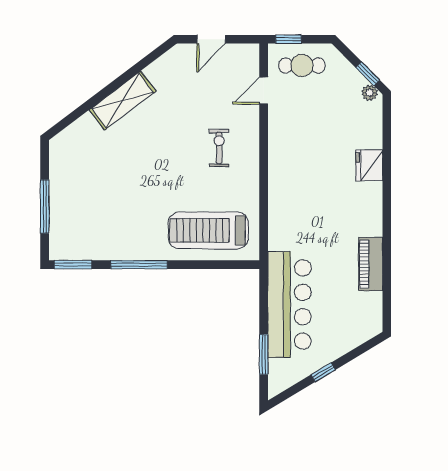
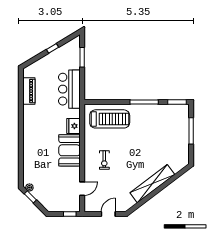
cafe table: (302, 66) -> (63, 201), removed
shelving: (123, 100) -> (152, 184), width x1.47
fridge: (369, 165) -> (73, 126), moved, turned 180
booth: (289, 167) -> (69, 150), added
piano: (371, 264) -> (29, 91), moved
bar counter: (289, 305) -> (69, 89), width x0.73

